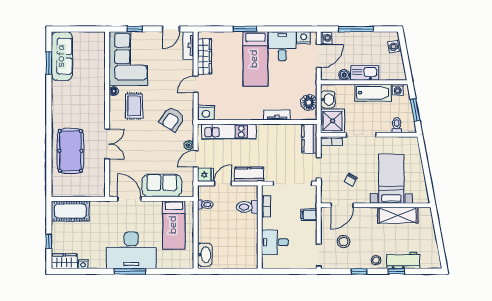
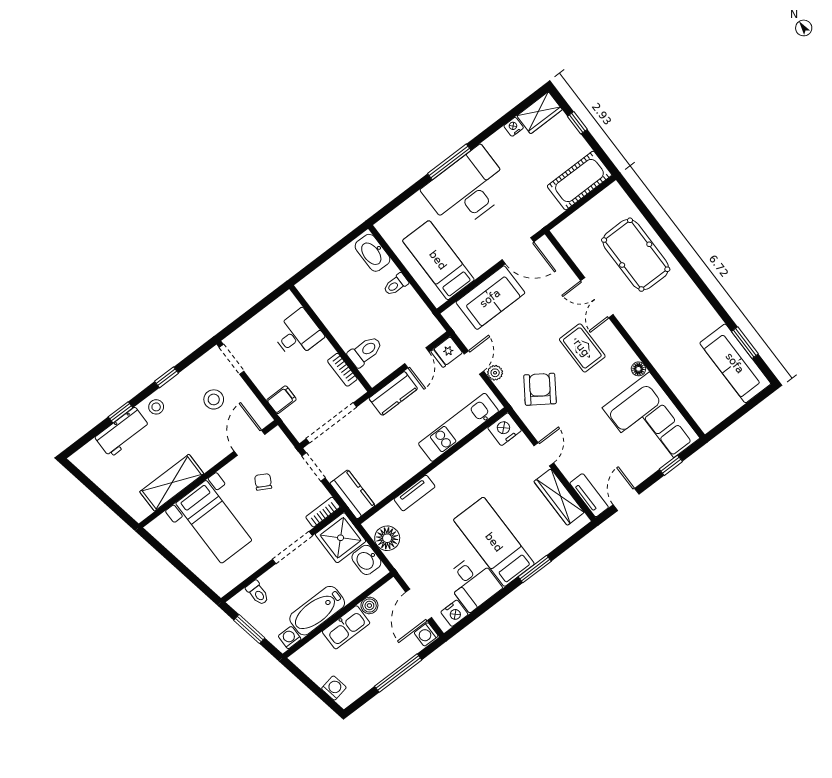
rug: (134, 106) -> (582, 348), moved
toilet: (205, 205) -> (396, 285), moved

